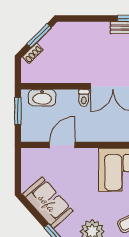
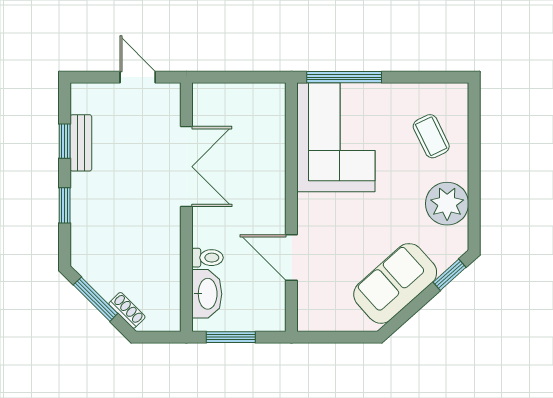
window: (91, 19) -> (65, 205), added
toilet: (84, 98) -> (207, 258), moved

